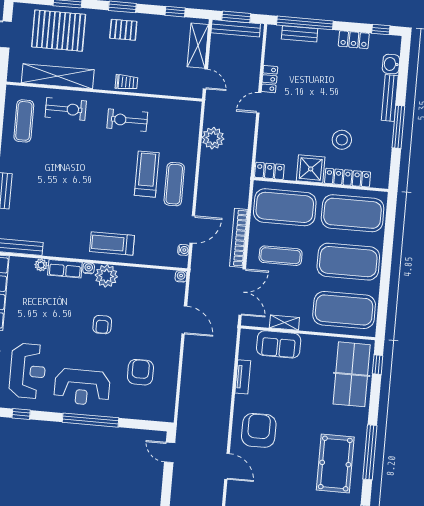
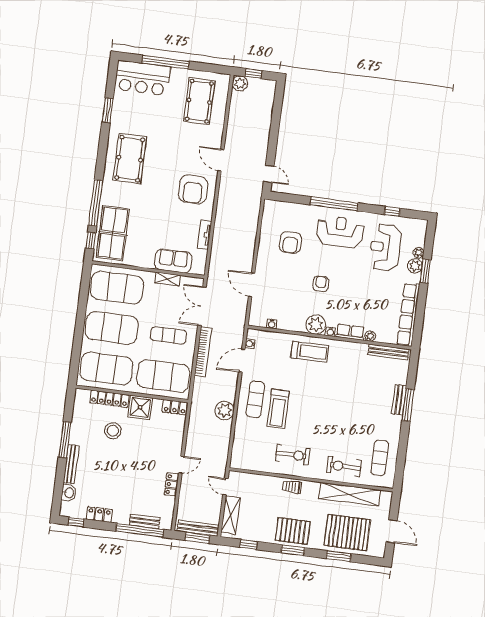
pallet: (123, 30) -> (293, 531), width x1.50, depth x1.42
plant: (213, 138) -> (225, 410), moved
water cooler: (181, 276) -> (272, 324), moved
window: (370, 452) -> (96, 203), moved

